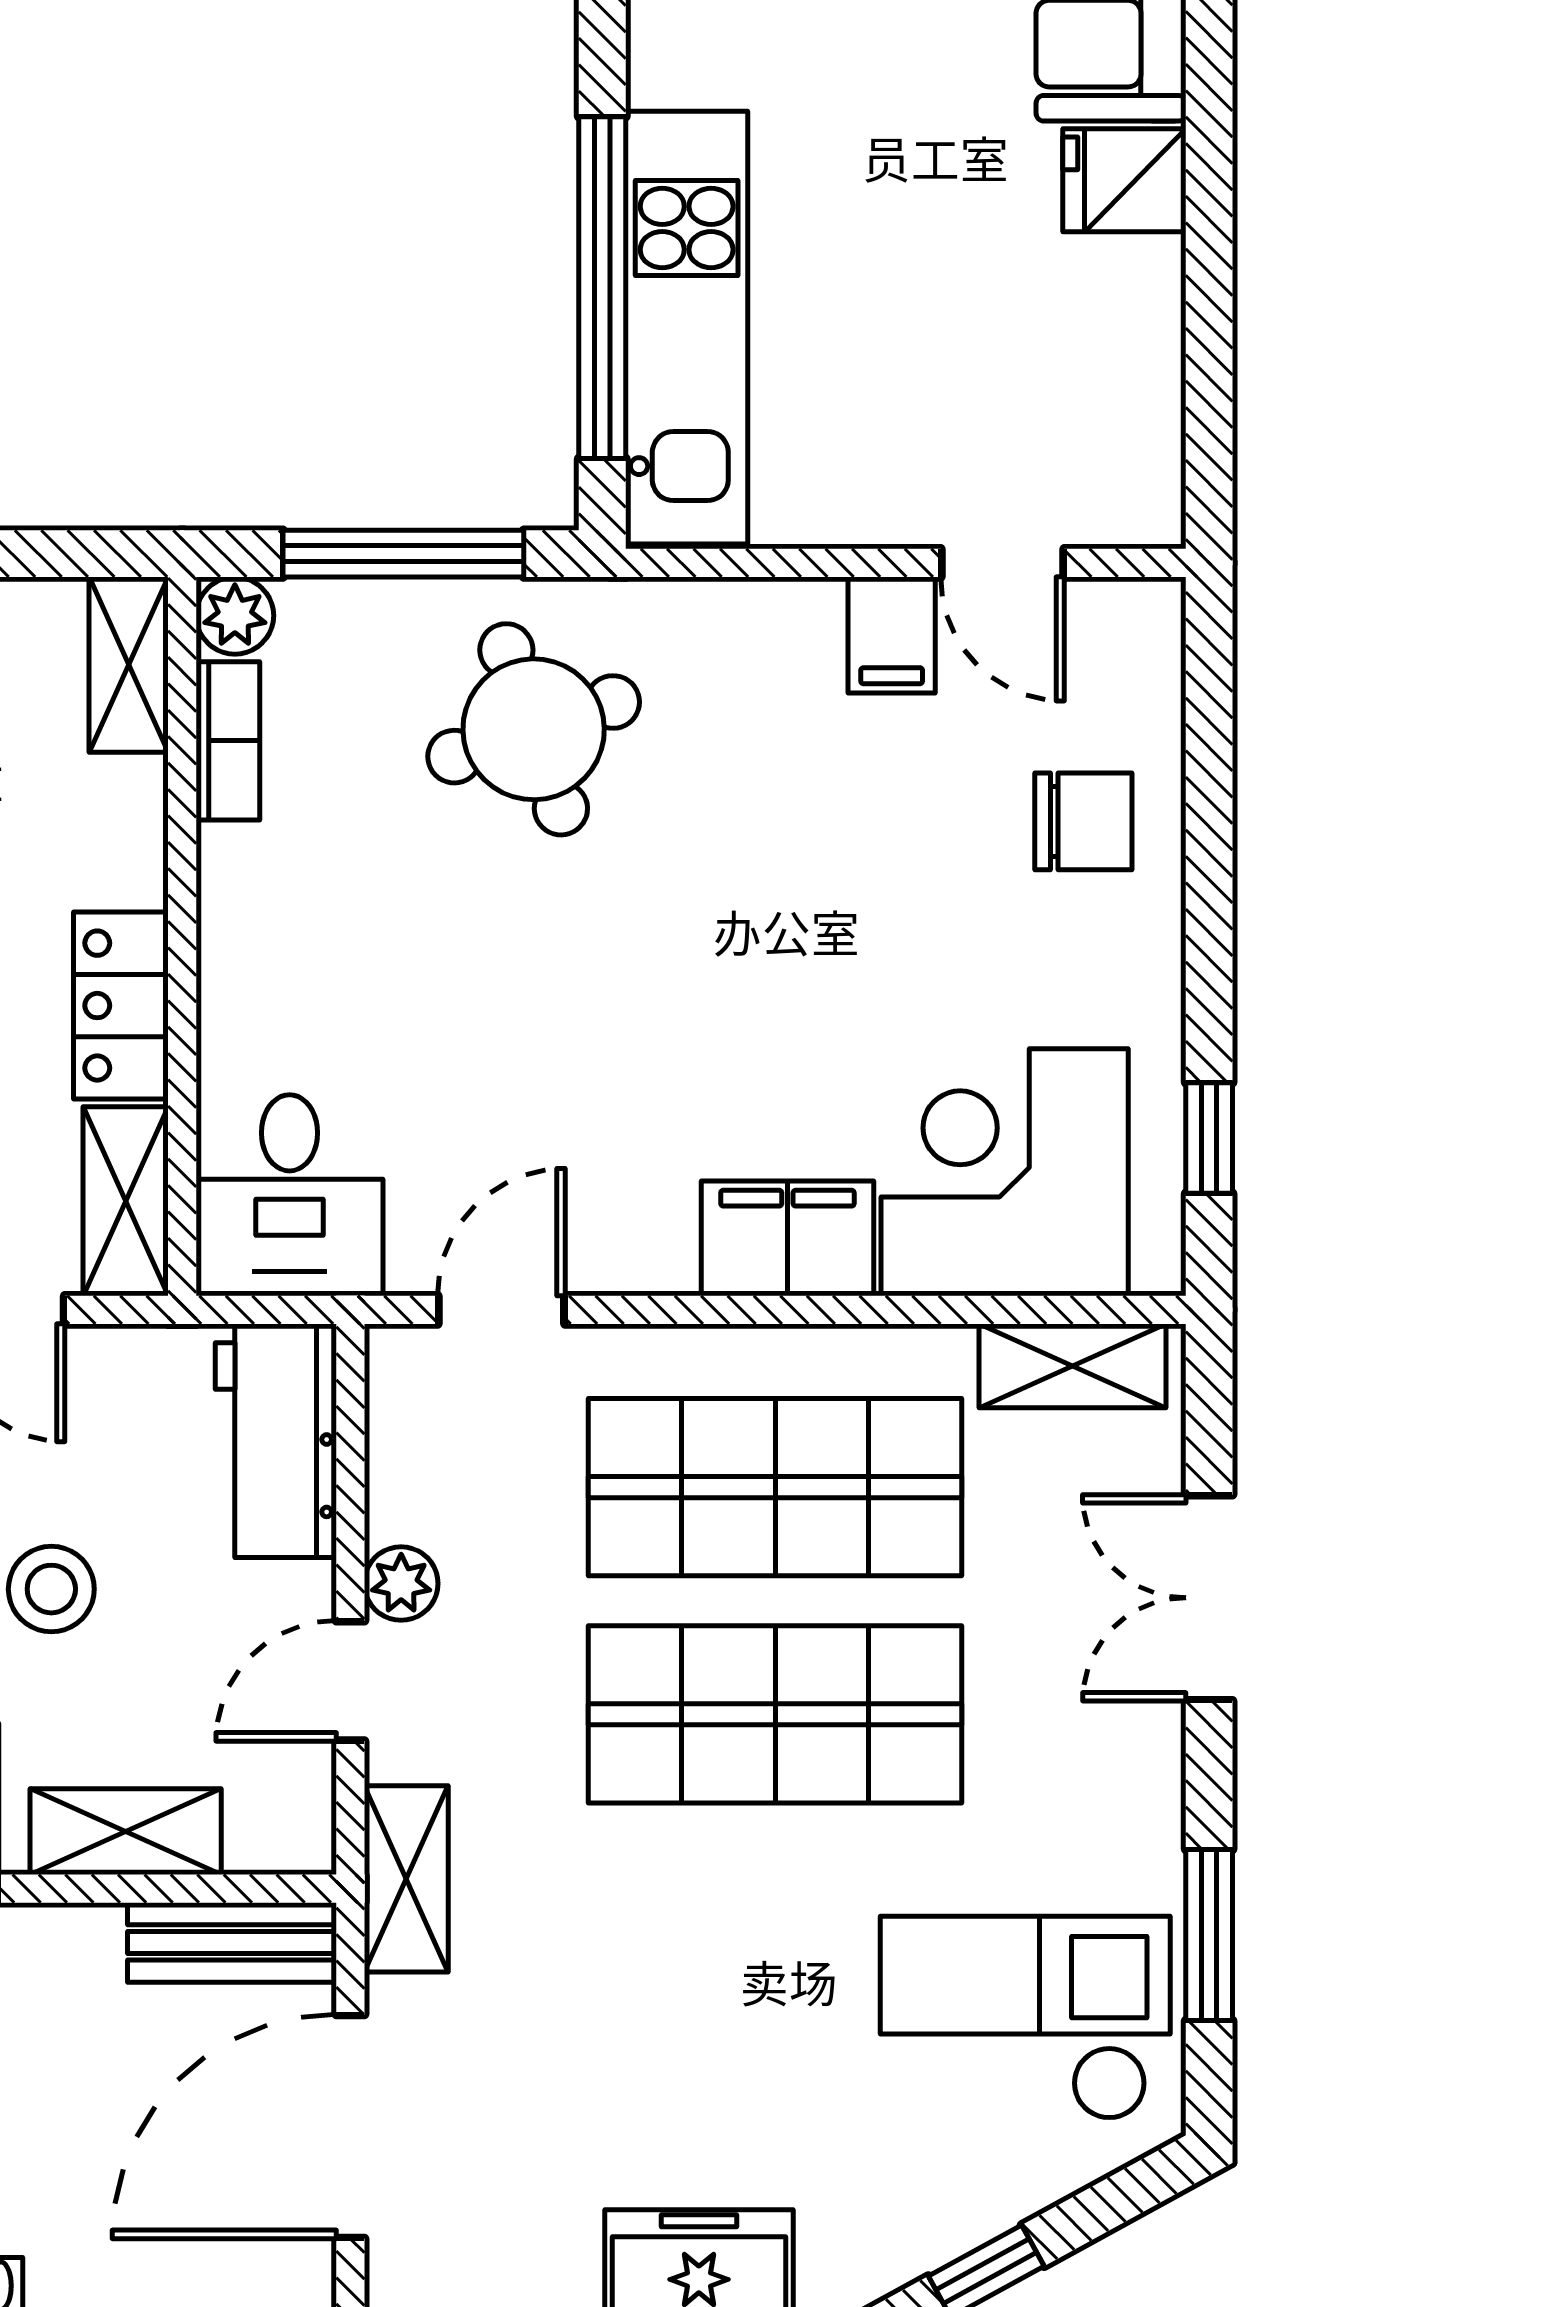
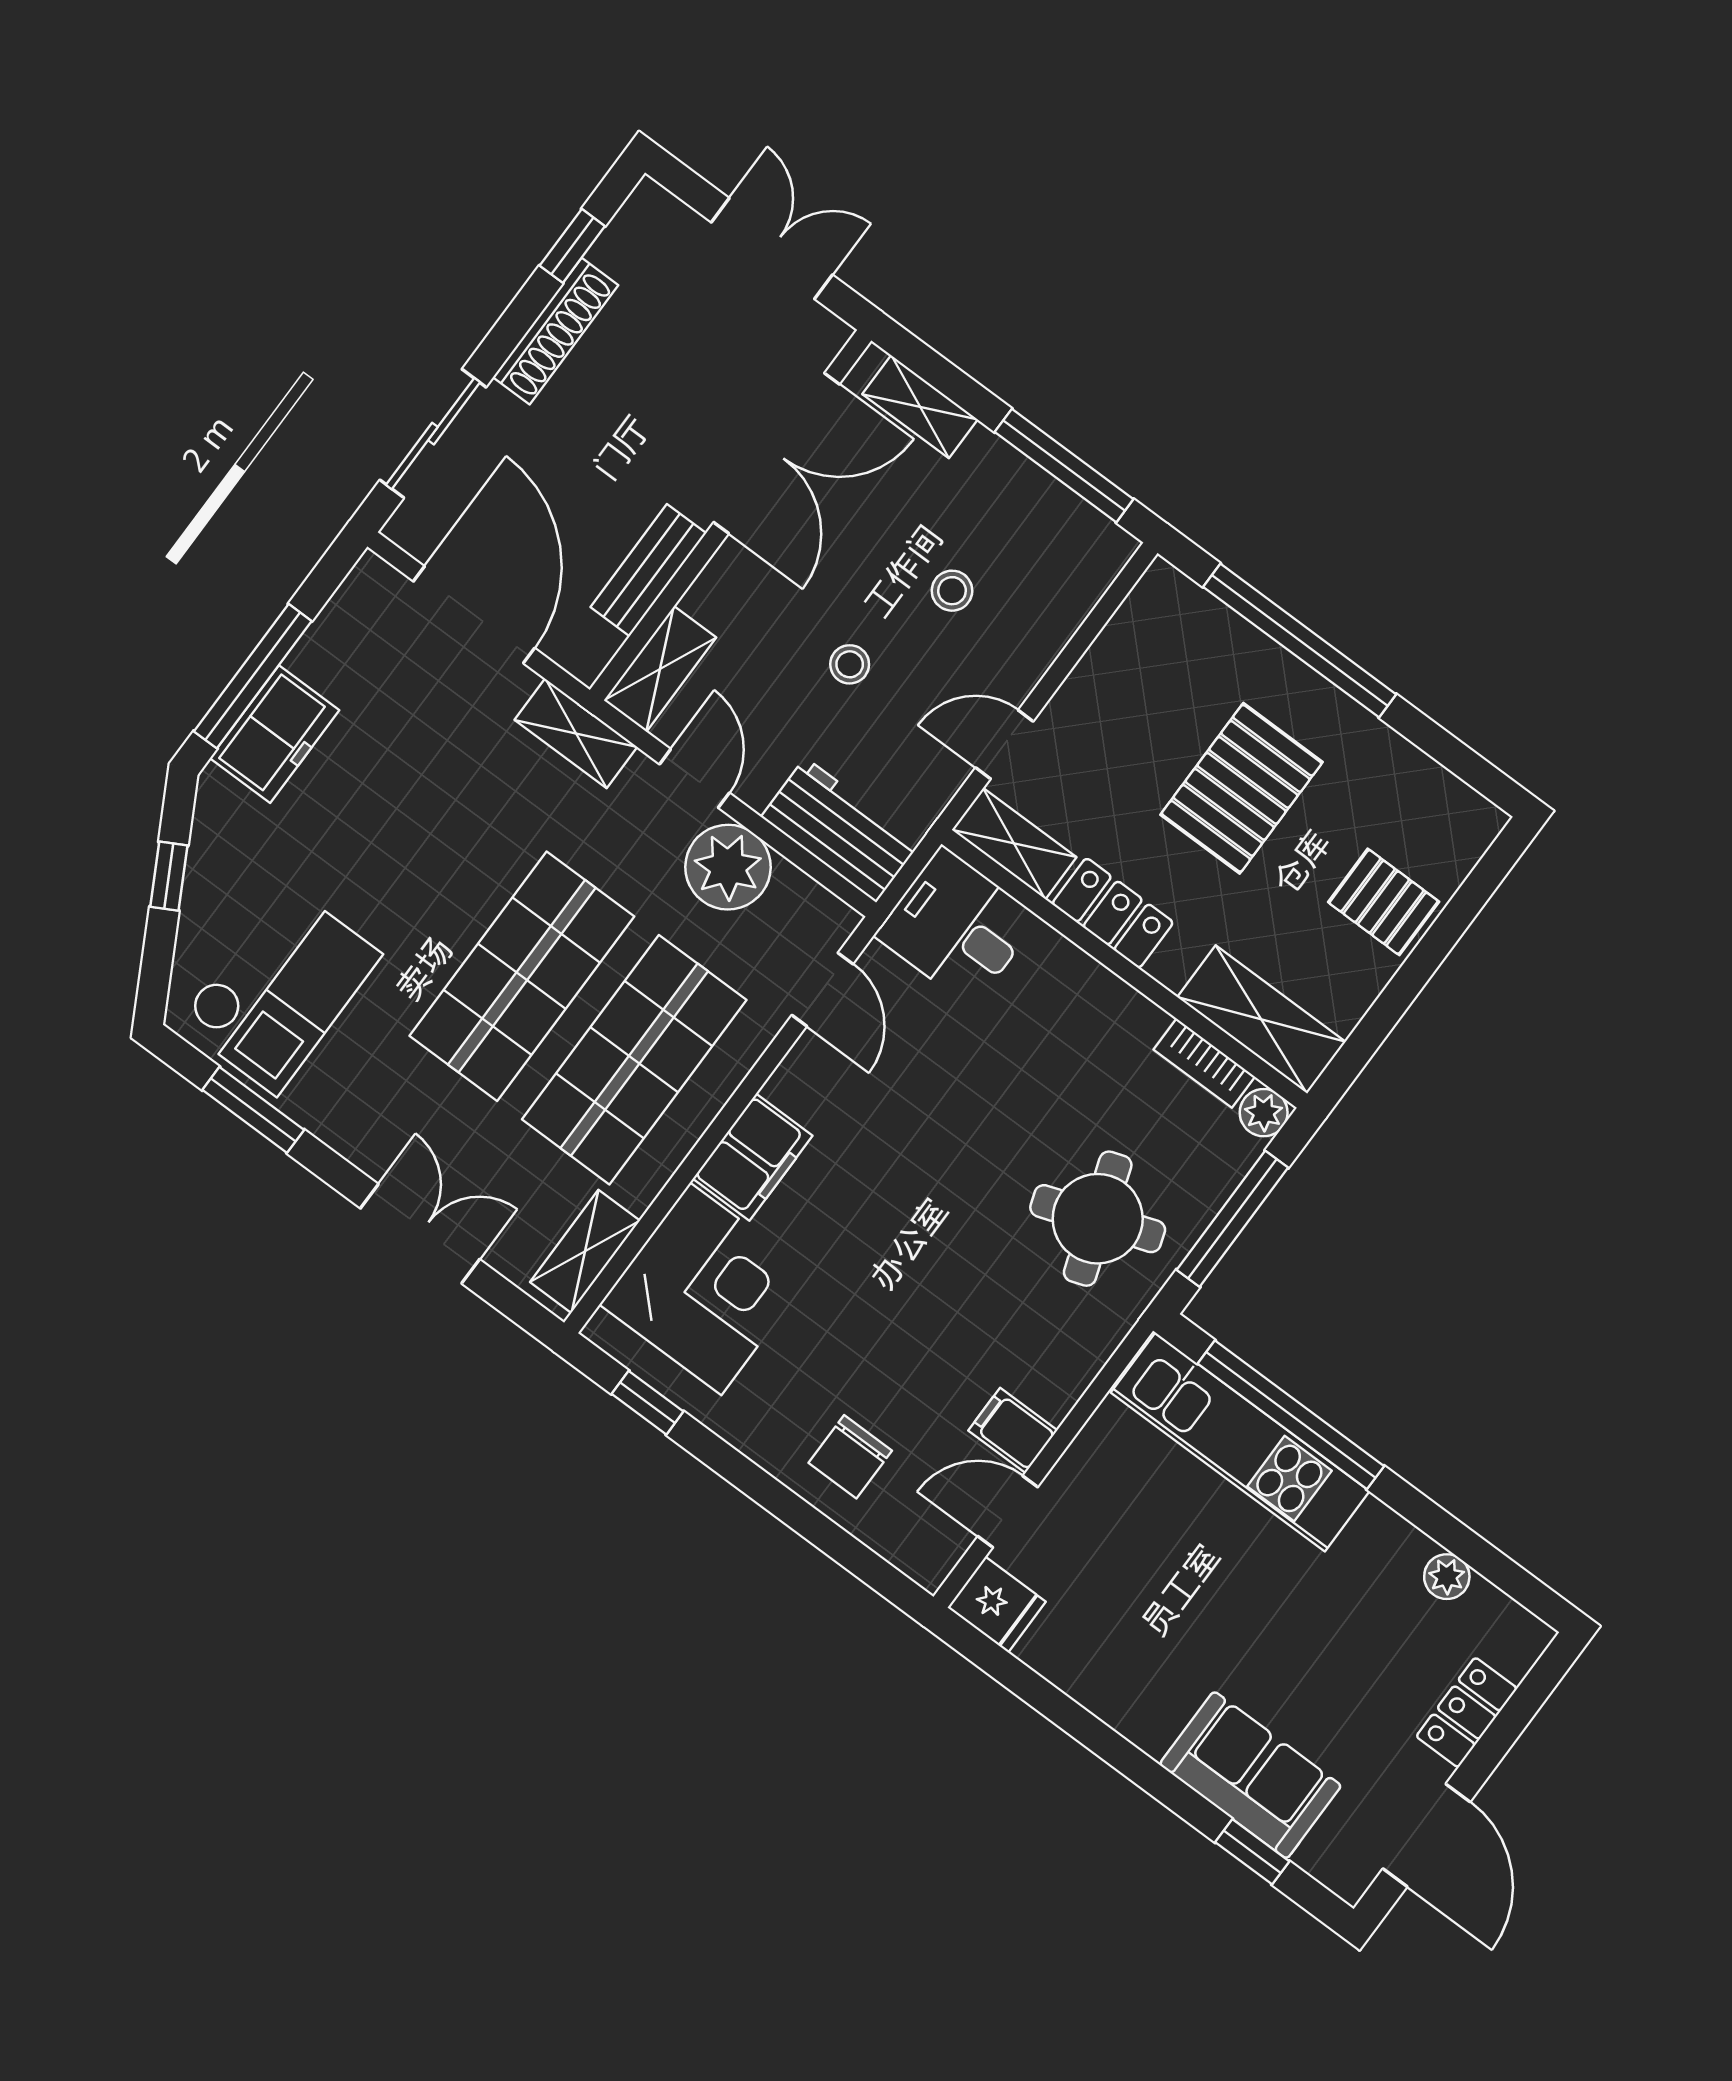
fridge: (1124, 180) -> (997, 1605), moved, turned 90
shelving: (129, 665) -> (1261, 1019), width x1.50, depth x1.33
plant: (401, 1584) -> (728, 867), width x1.88, depth x1.88
stool: (51, 1589) -> (850, 664), width x0.73, depth x0.73
shelving: (126, 1832) -> (660, 669), moved
bench: (232, 1942) -> (648, 570), moved

